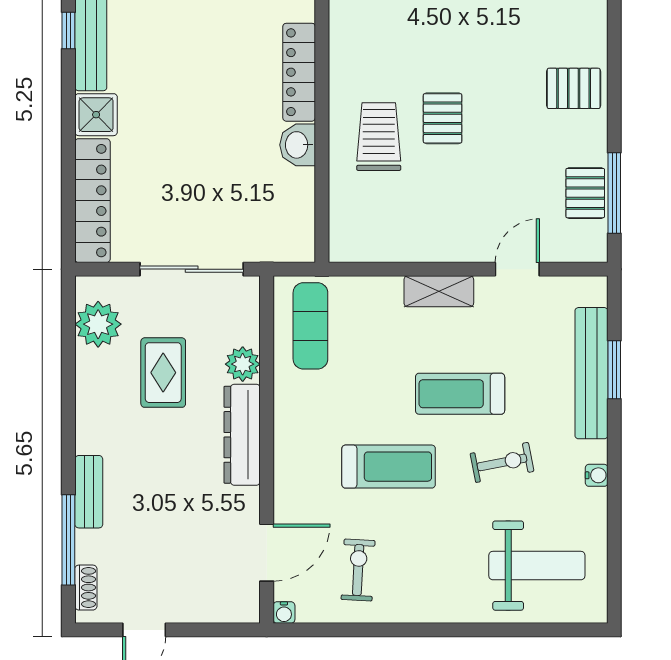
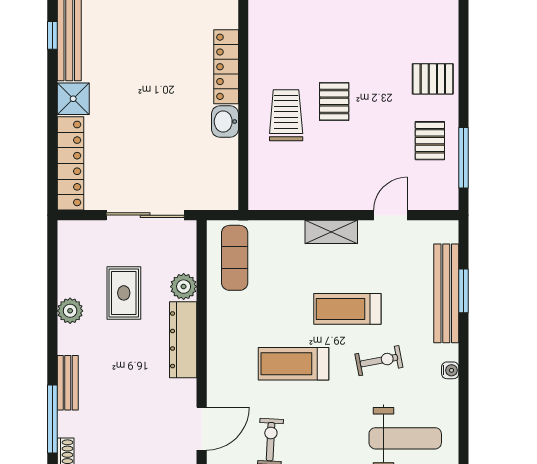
pallet: (585, 193) -> (430, 141), moved
plant: (98, 324) -> (70, 311), moved, width x0.73, depth x0.73
treadmill: (389, 467) -> (293, 364), turned 180

